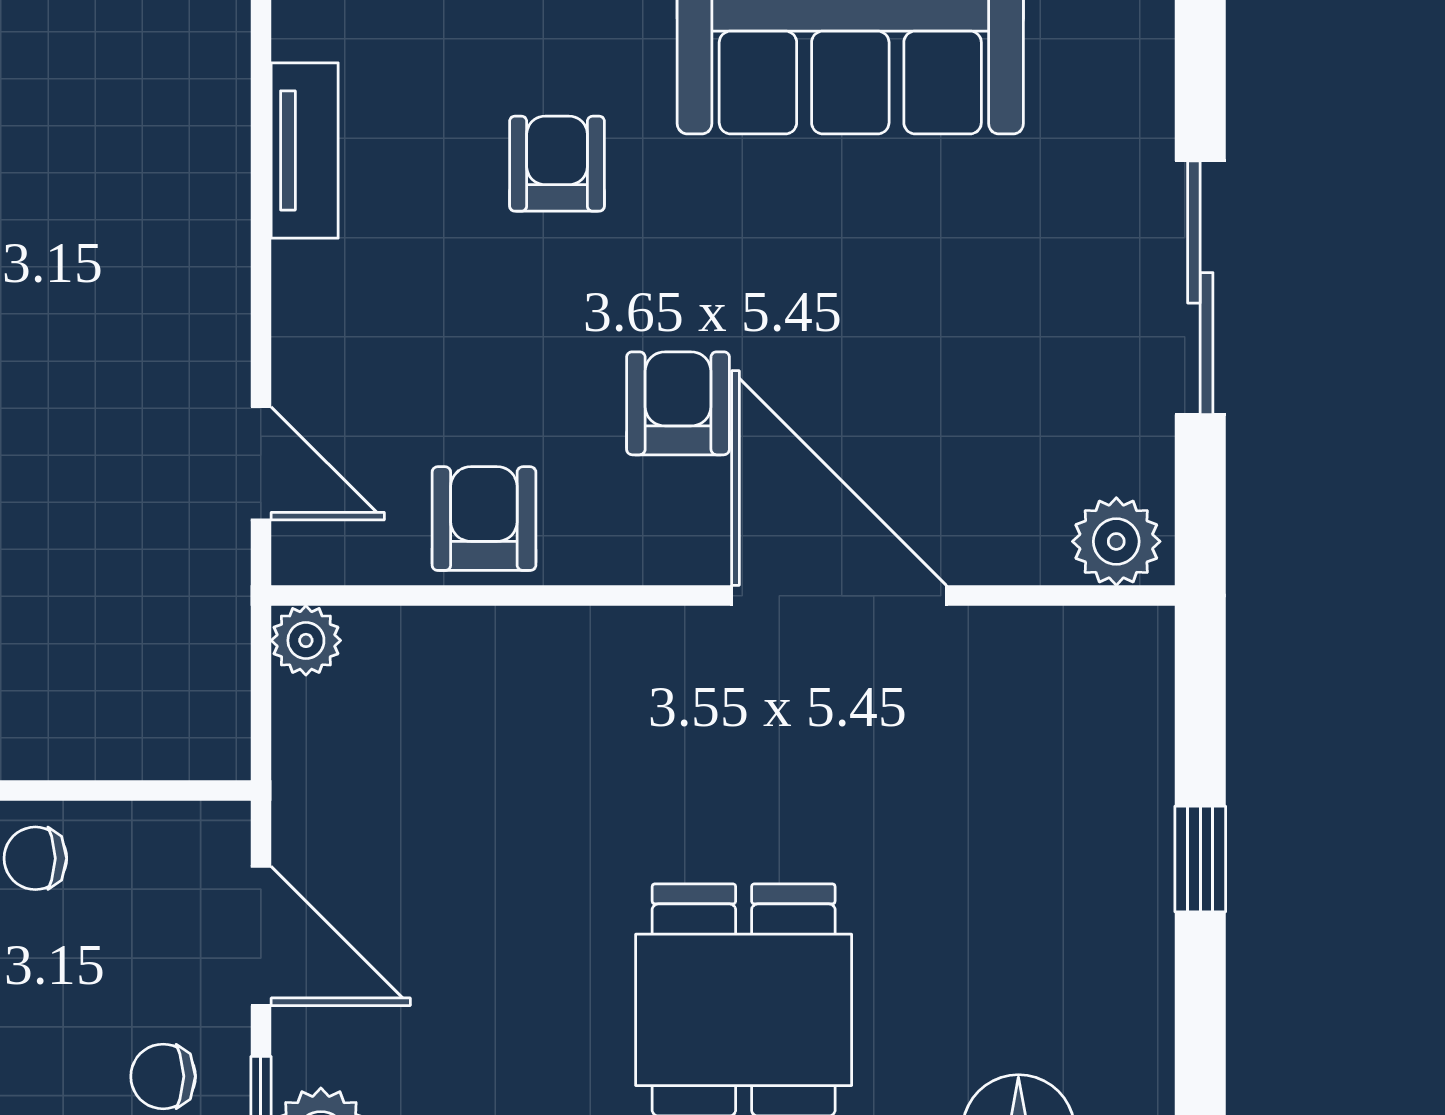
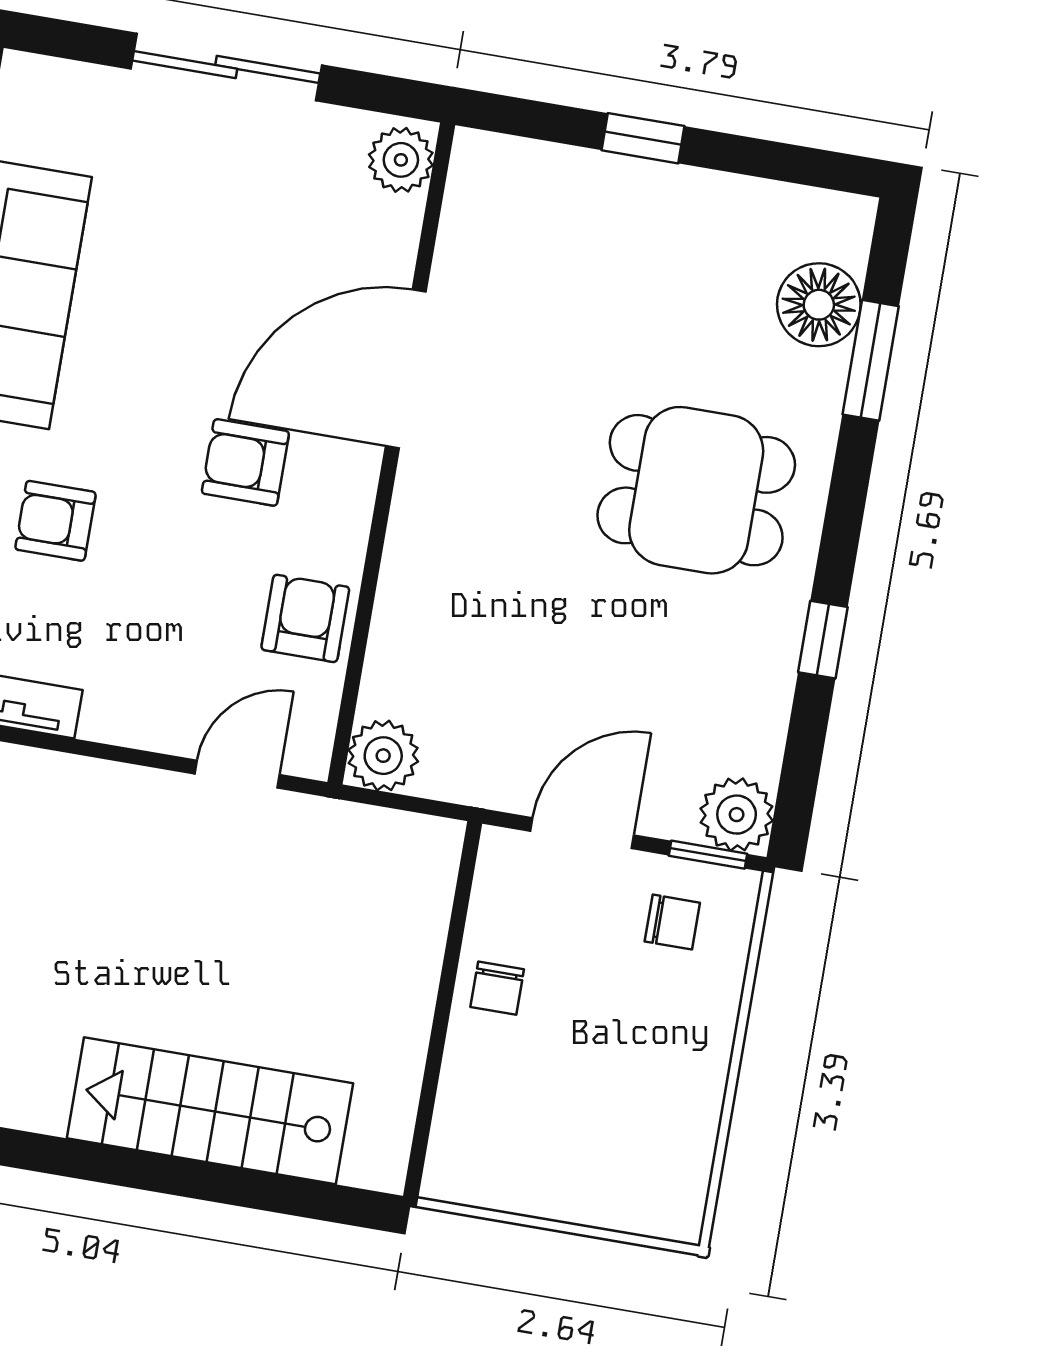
armchair: (484, 519) -> (305, 618), turned 90
plant: (306, 640) -> (383, 756), width x1.38, depth x1.38
chair: (163, 1076) -> (672, 922), turned -90

